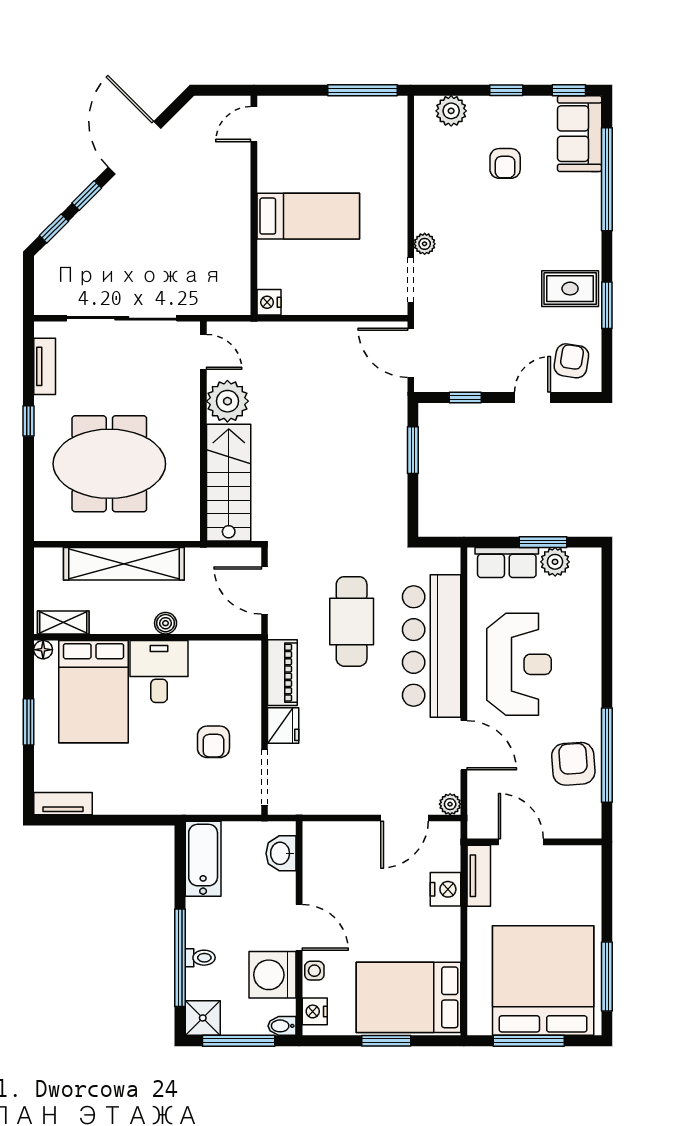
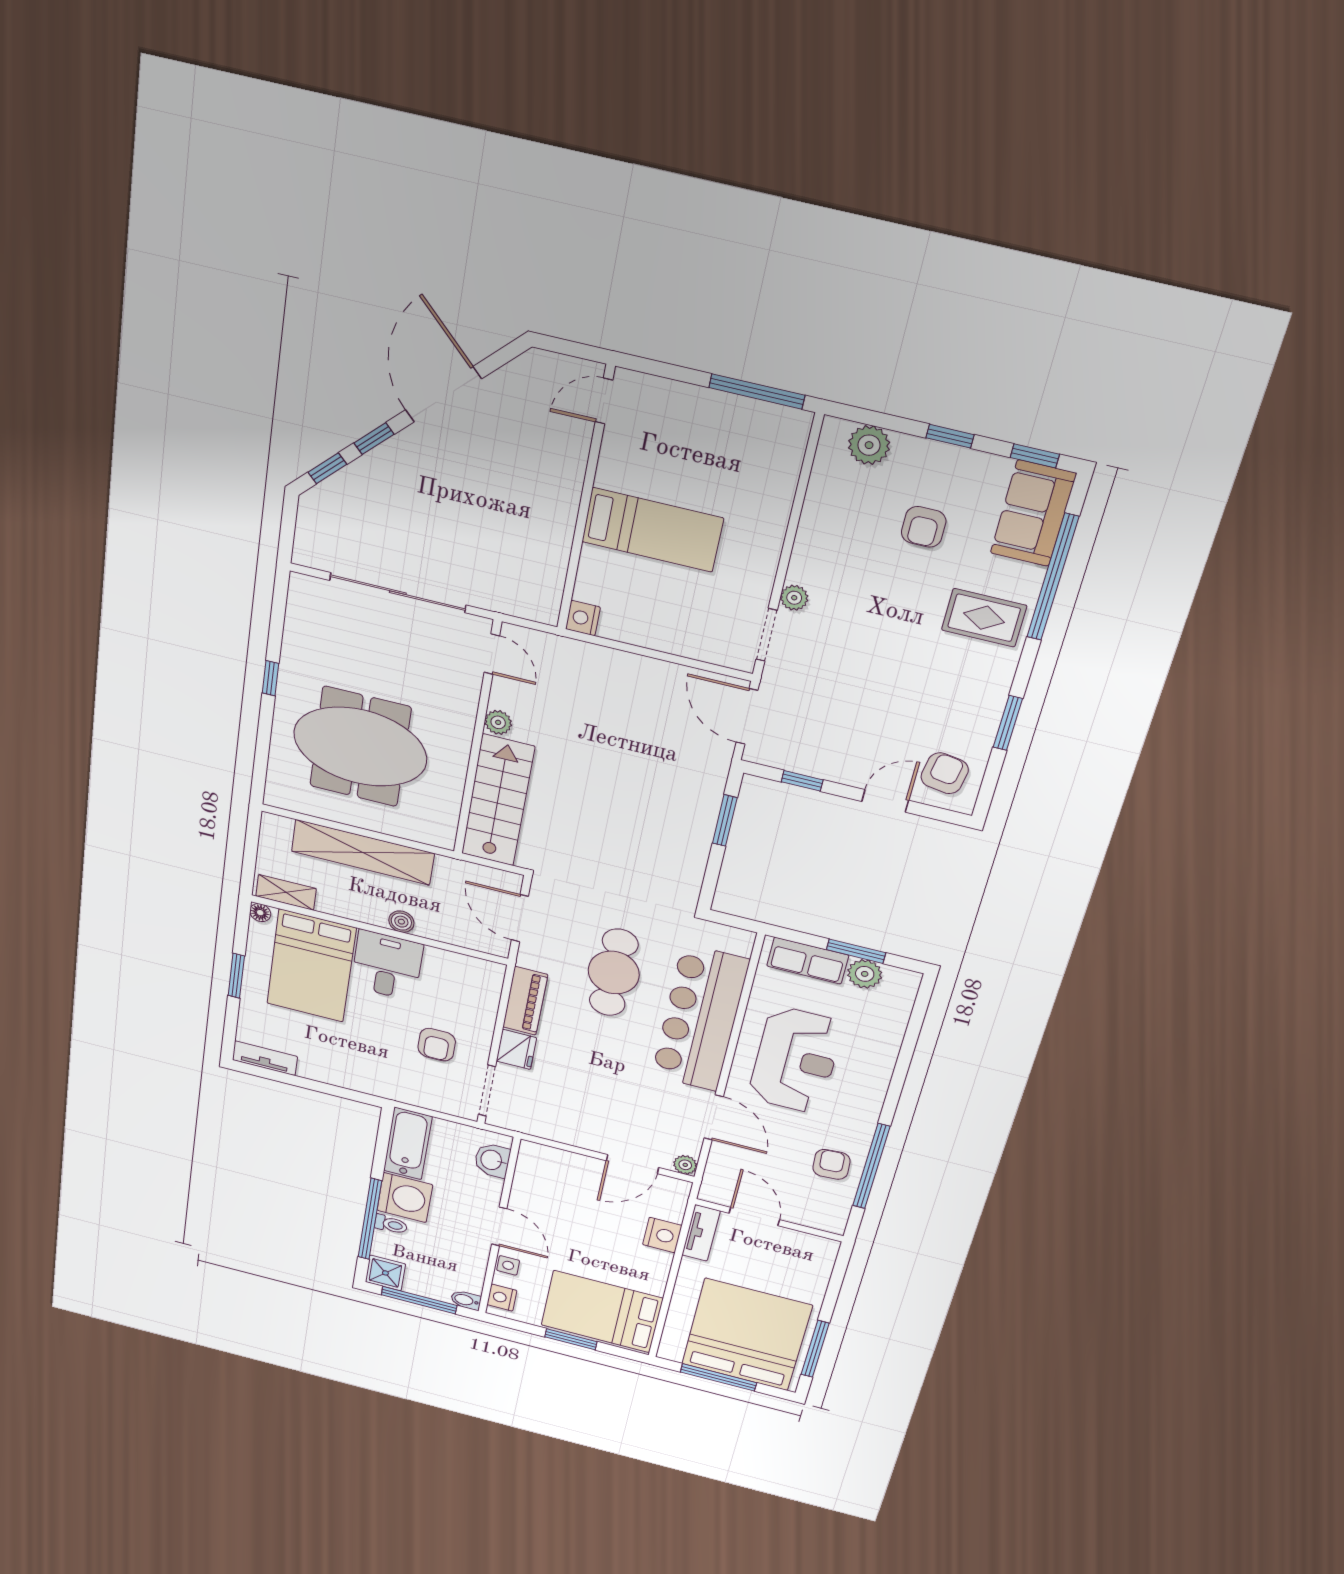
rug: (570, 289) -> (984, 618), moved
tv unit: (45, 366) -> (297, 624), removed
plant: (227, 401) -> (498, 722), width x0.53, depth x0.53
armchair: (573, 764) -> (831, 1164), width x0.72, depth x0.72
washing machine: (273, 975) -> (405, 1198), moved, turned 180

